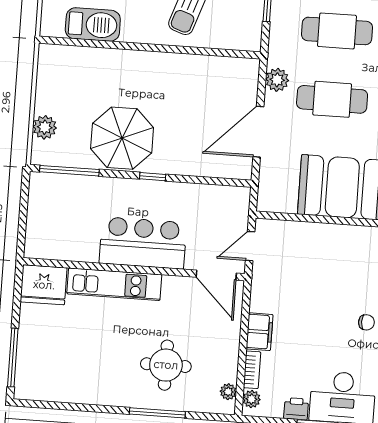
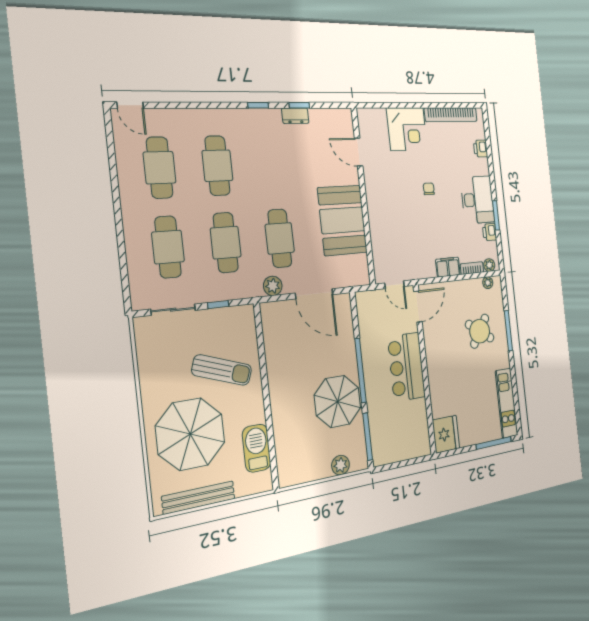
window: (153, 177) -> (360, 370), width x3.17
kitchen unit: (114, 284) -> (507, 403), moved, turned 180
round table: (166, 365) -> (480, 331), turned 34

